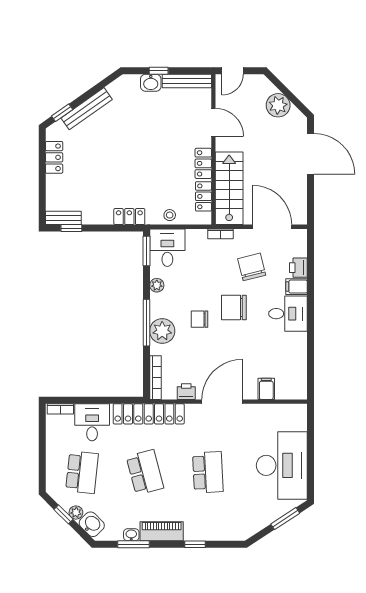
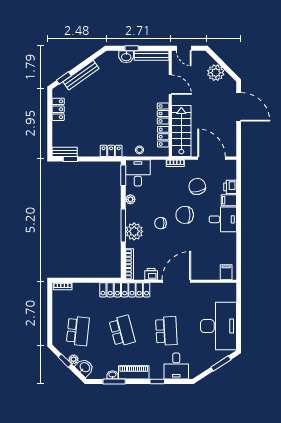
door: (233, 71) -> (184, 48), hinge flipped
filing cabinet: (266, 389) -> (226, 272), moved
desk: (92, 422) -> (176, 366), moved, turned 180

